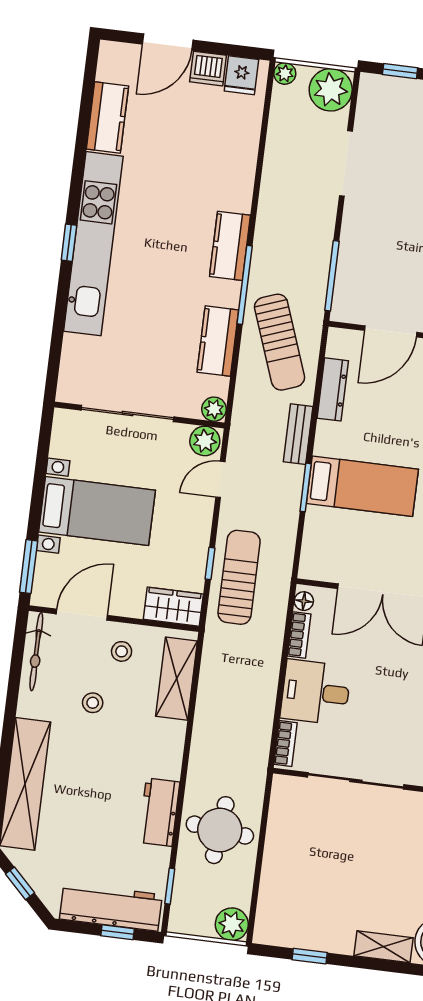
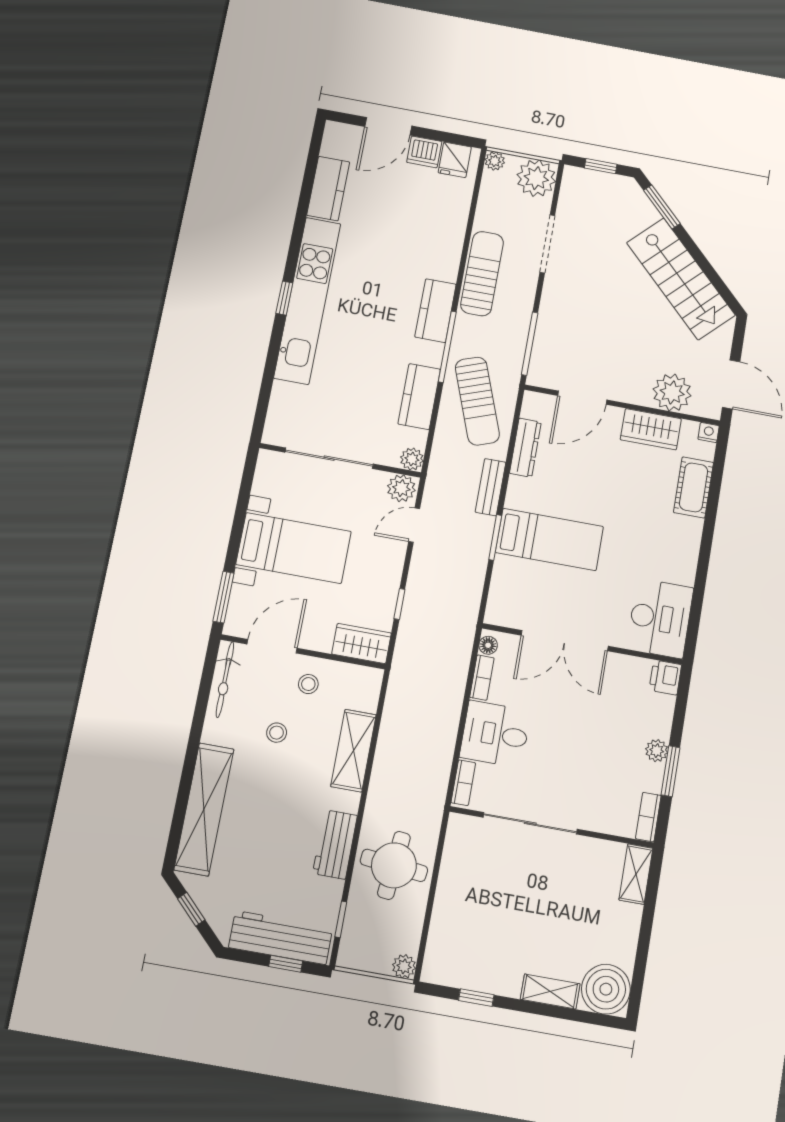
sun lounger: (239, 577) -> (482, 274), moved
shelving: (177, 679) -> (353, 751), moved
plant: (232, 924) -> (404, 966), width x0.73, depth x0.73

